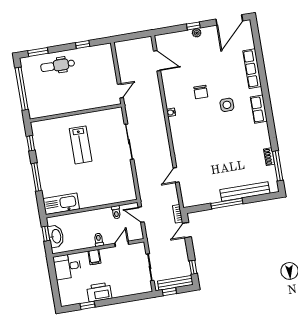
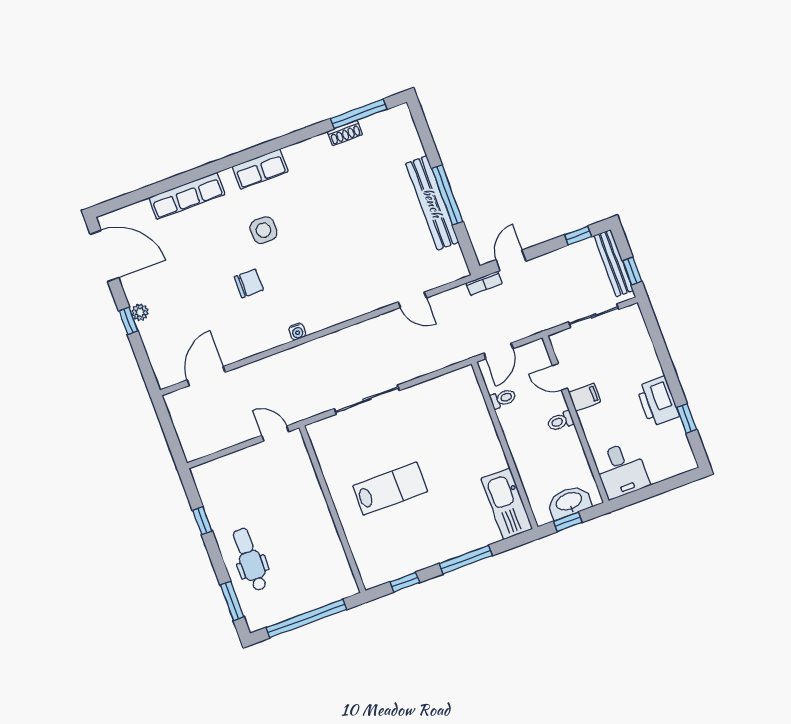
dental chair: (58, 65) -> (250, 559), turned 180
bench: (245, 191) -> (432, 203), moved
door: (187, 230) -> (511, 260), swing flipped
filing cabinet: (94, 257) -> (585, 397), moved

